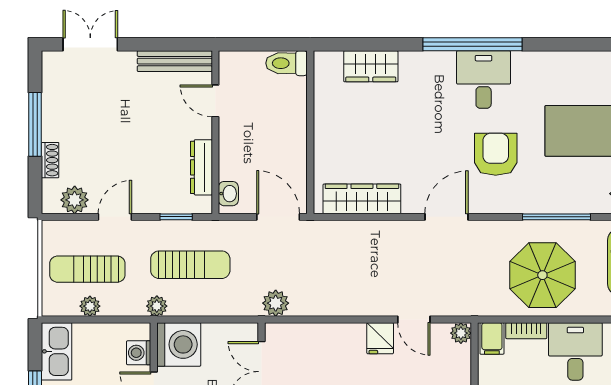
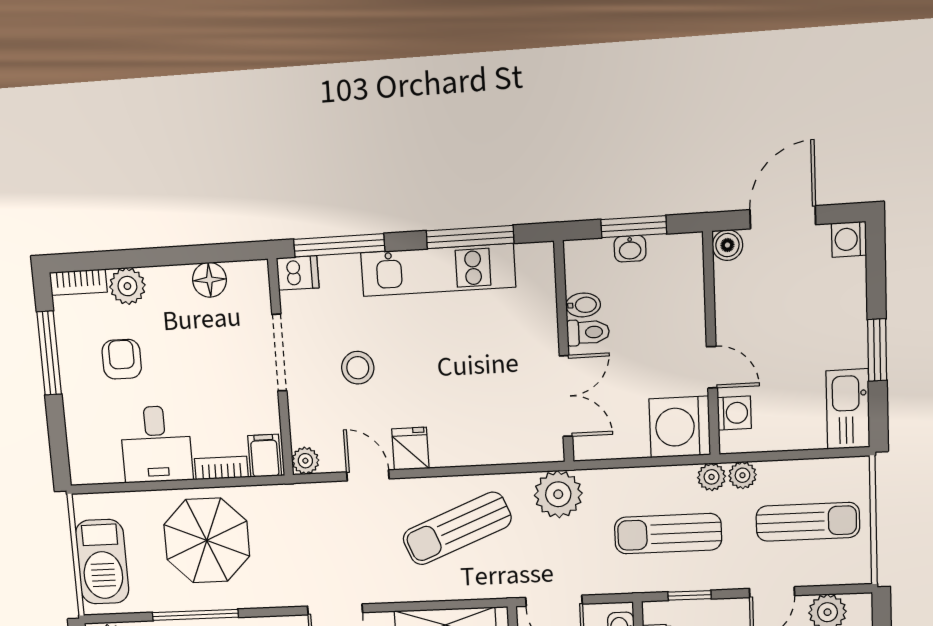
sun lounger: (348, 276) -> (457, 528), added
plant: (276, 303) -> (558, 494), width x1.36, depth x1.36
plant: (90, 306) -> (742, 475), moved

